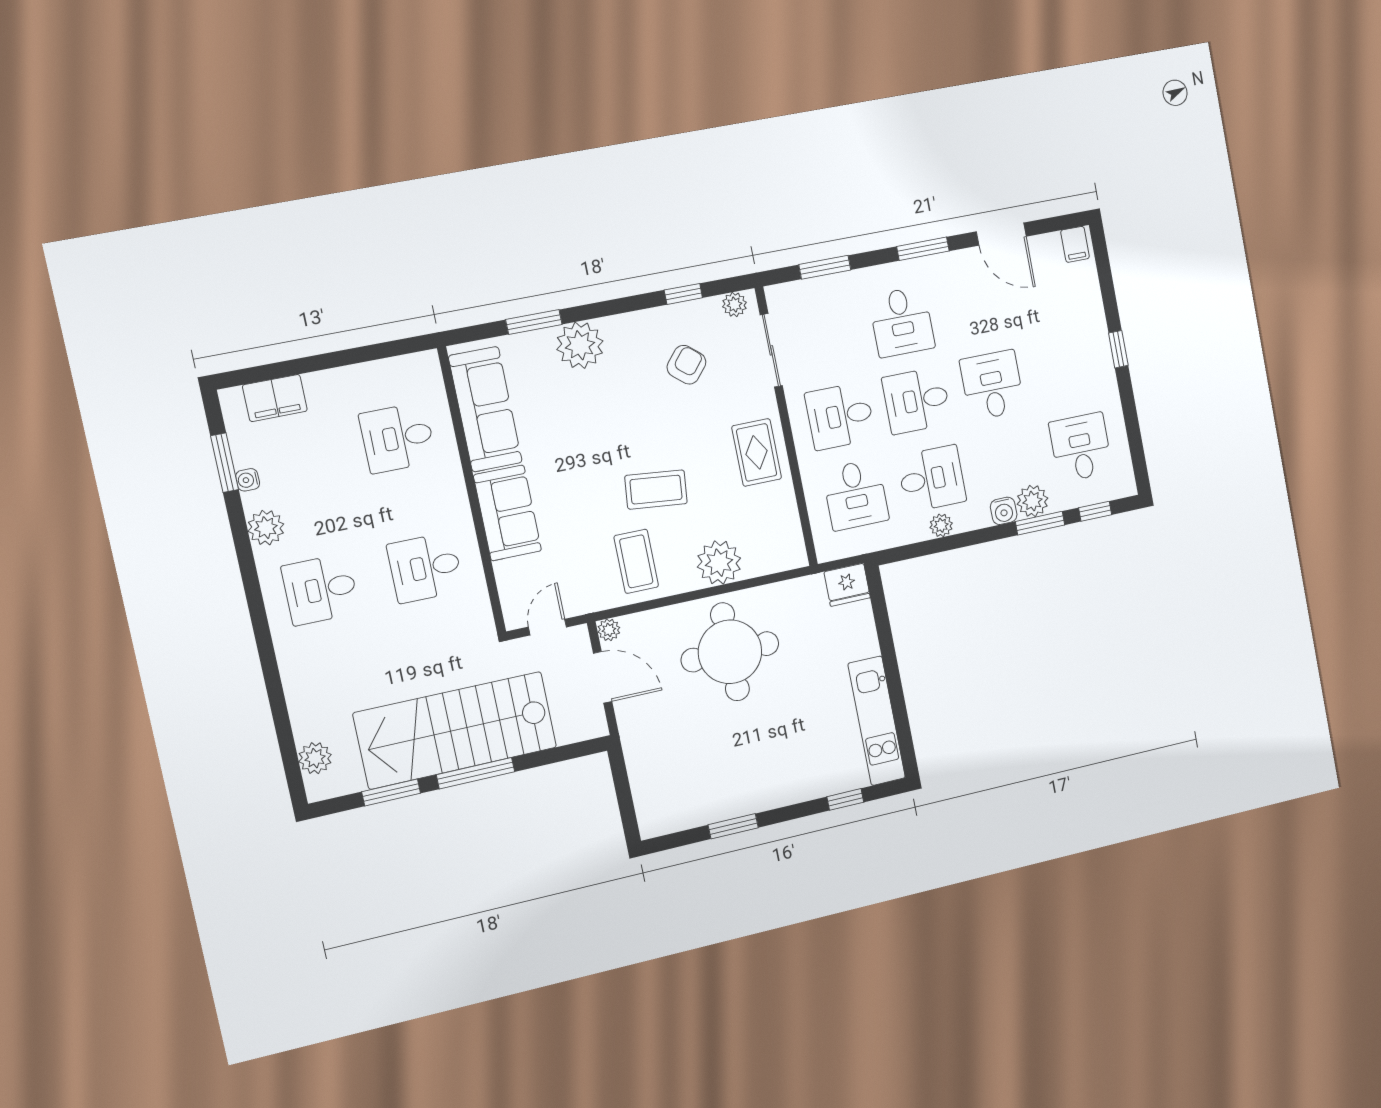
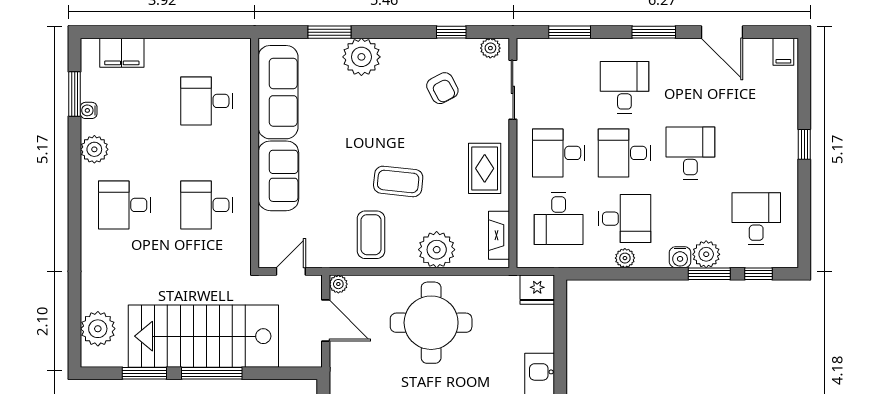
desk: (902, 322) -> (624, 87), turned 180
armchair: (686, 365) -> (442, 88), turned 112
fireplace: (790, 529) -> (499, 235), added
plant: (315, 758) -> (98, 329), width x1.36, depth x1.36

